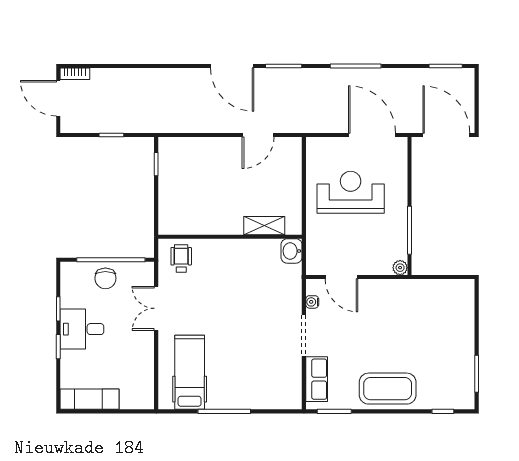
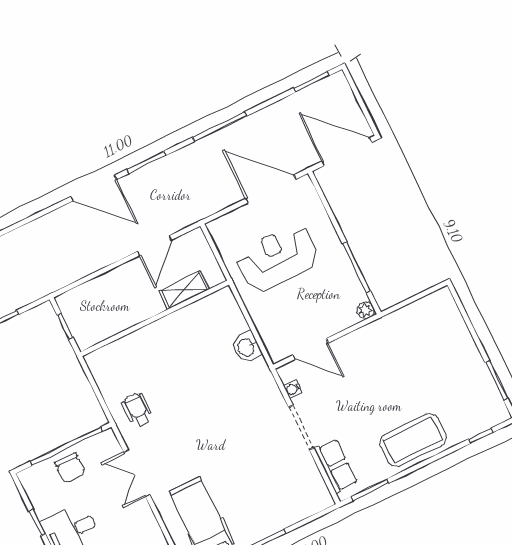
shelving: (264, 226) -> (184, 290), moved
wall: (230, 237) -> (155, 318), moved

